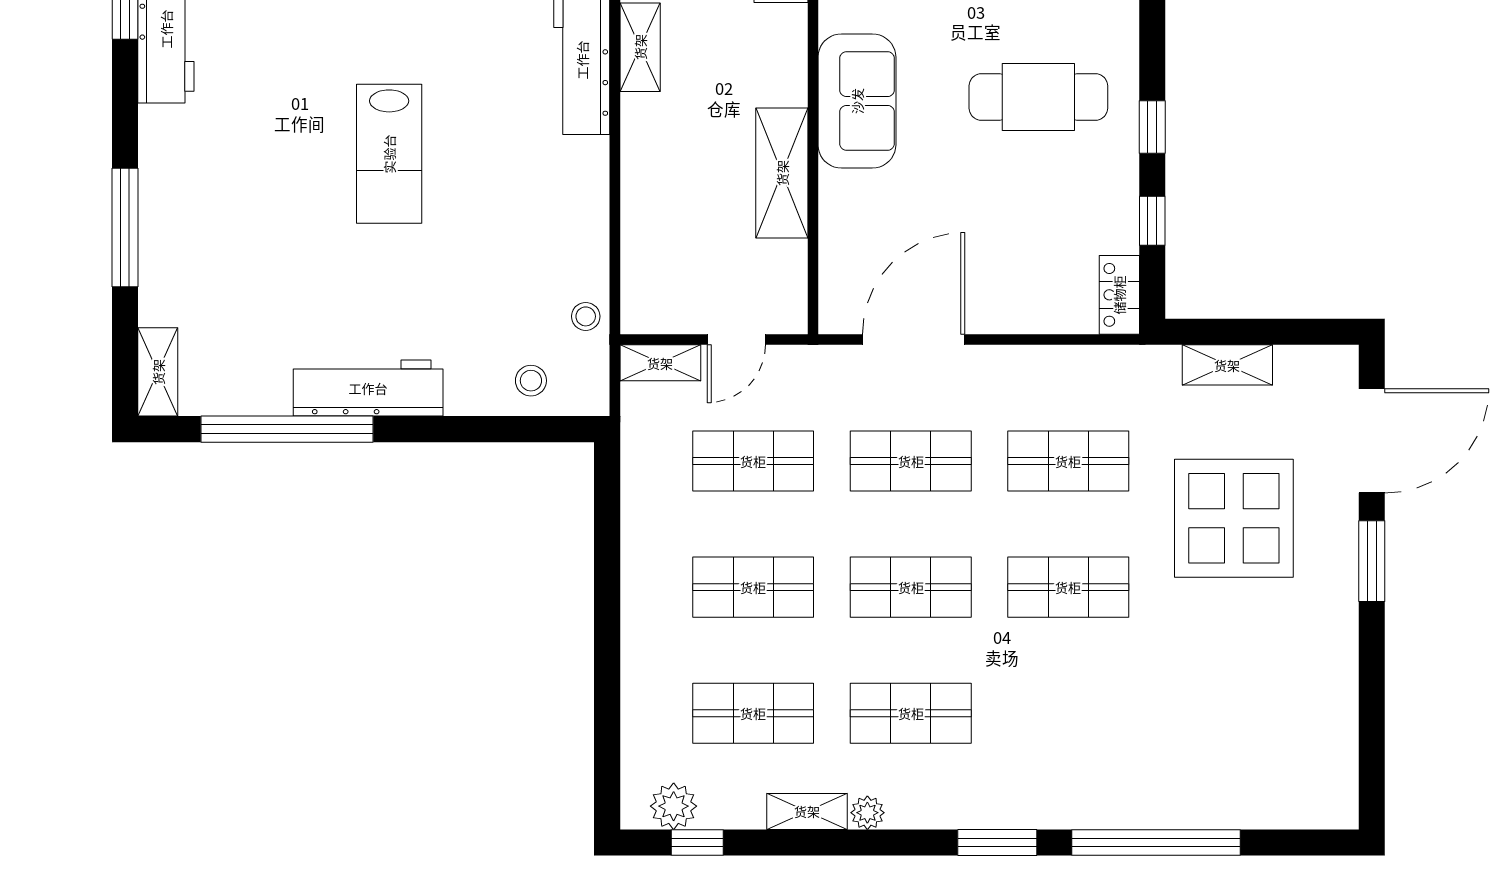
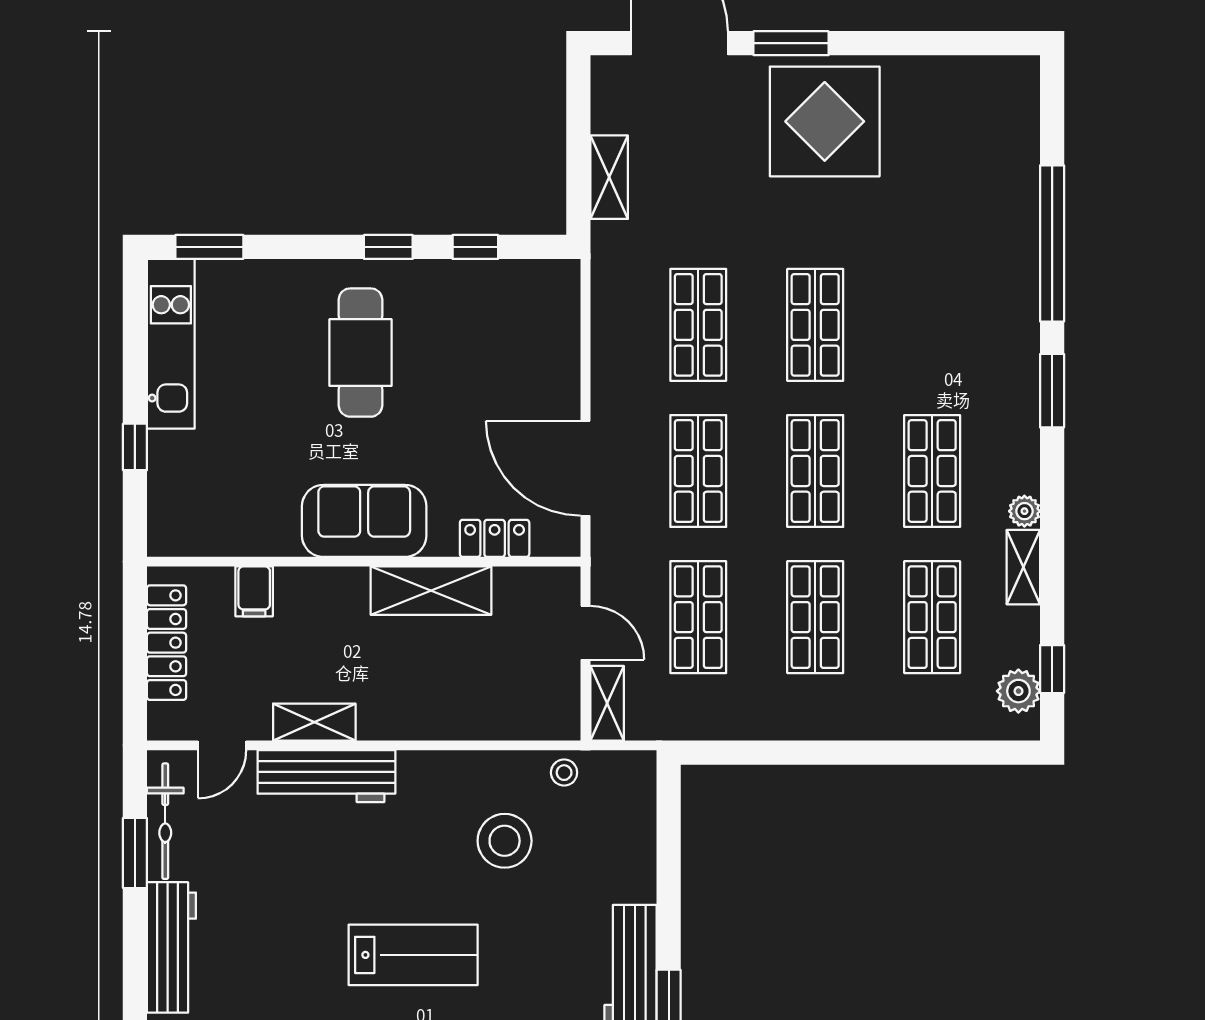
locker: (1119, 295) -> (495, 538), moved, turned 180
stool: (531, 381) -> (505, 841), moved, width x1.89, depth x1.89
display table: (1234, 518) -> (825, 121), moved

